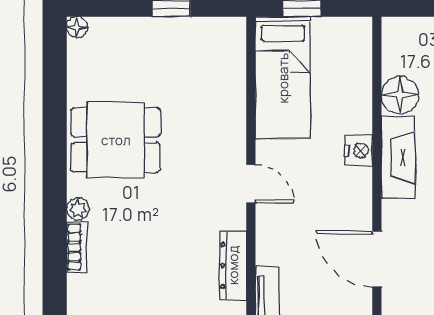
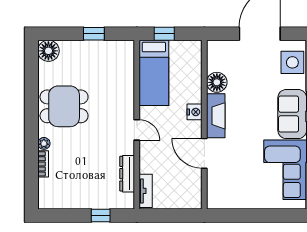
floor lamp: (77, 27) -> (48, 51), width x1.89, depth x1.89
door: (377, 259) -> (204, 153), moved

